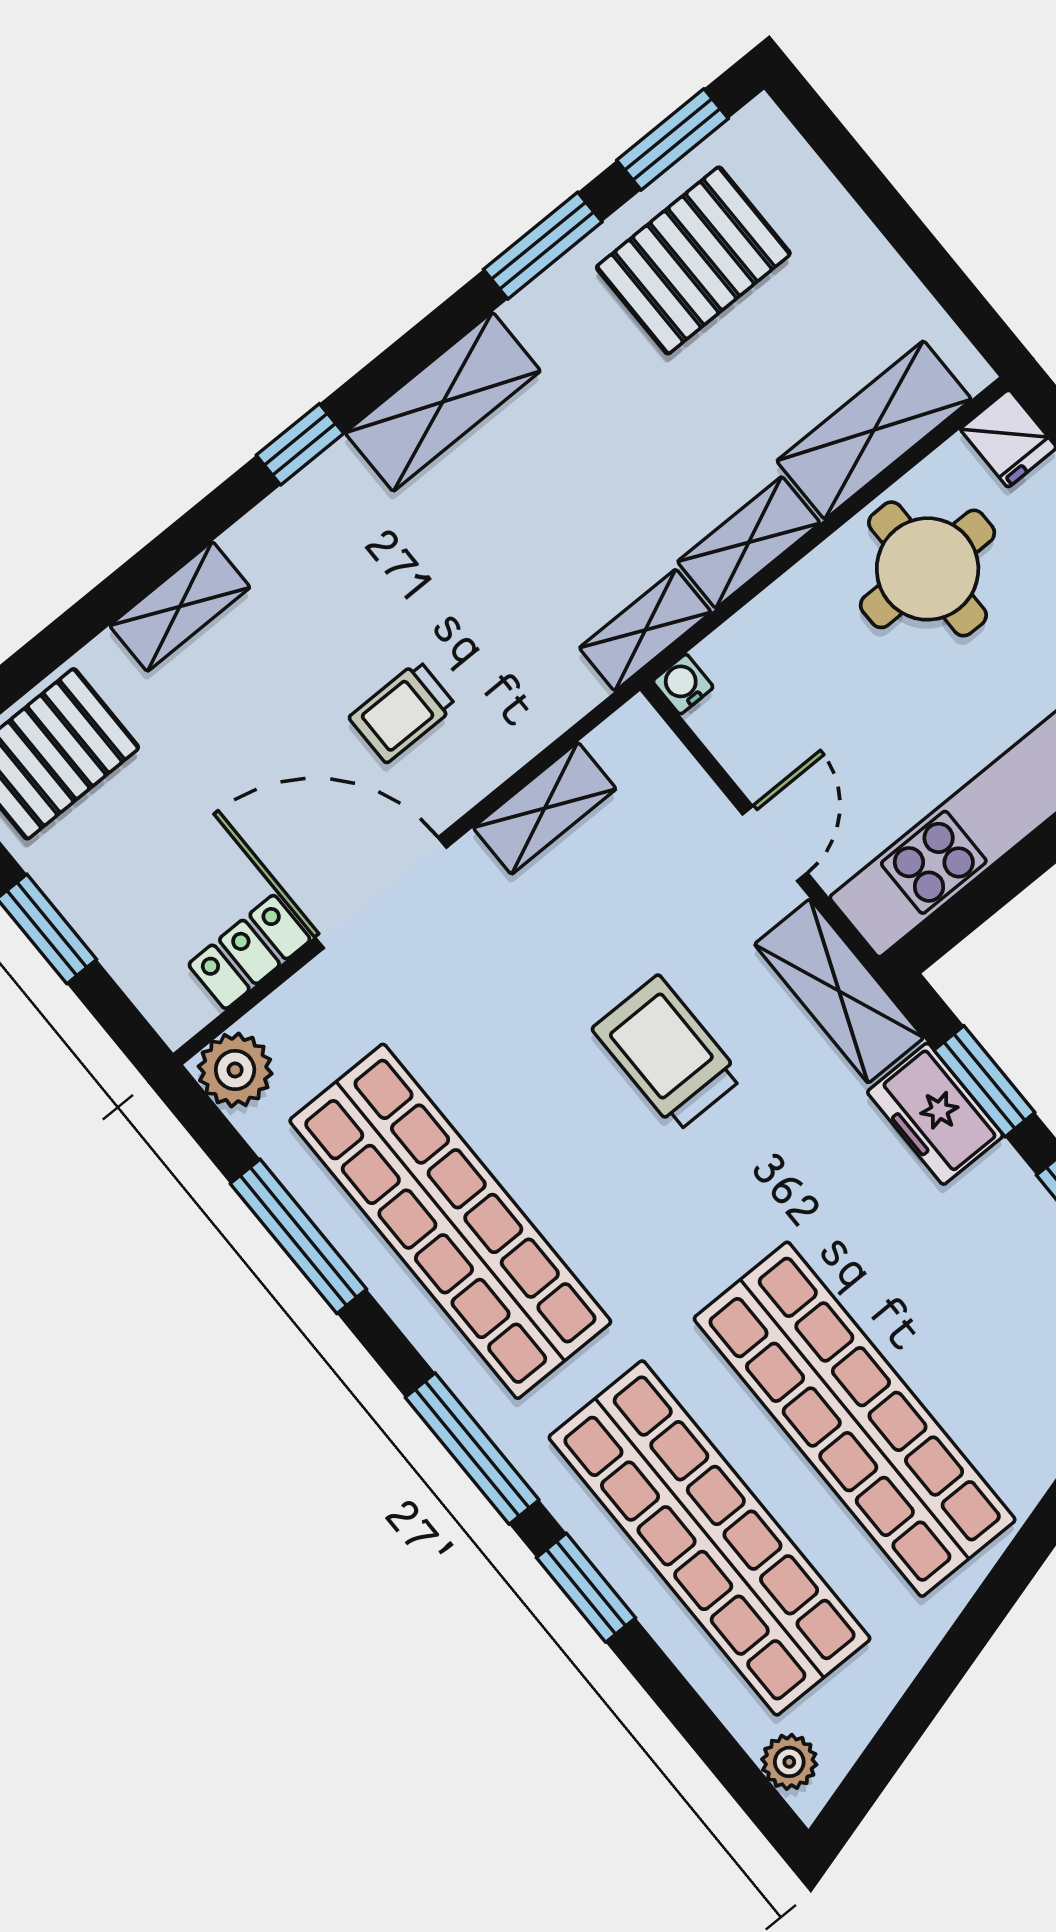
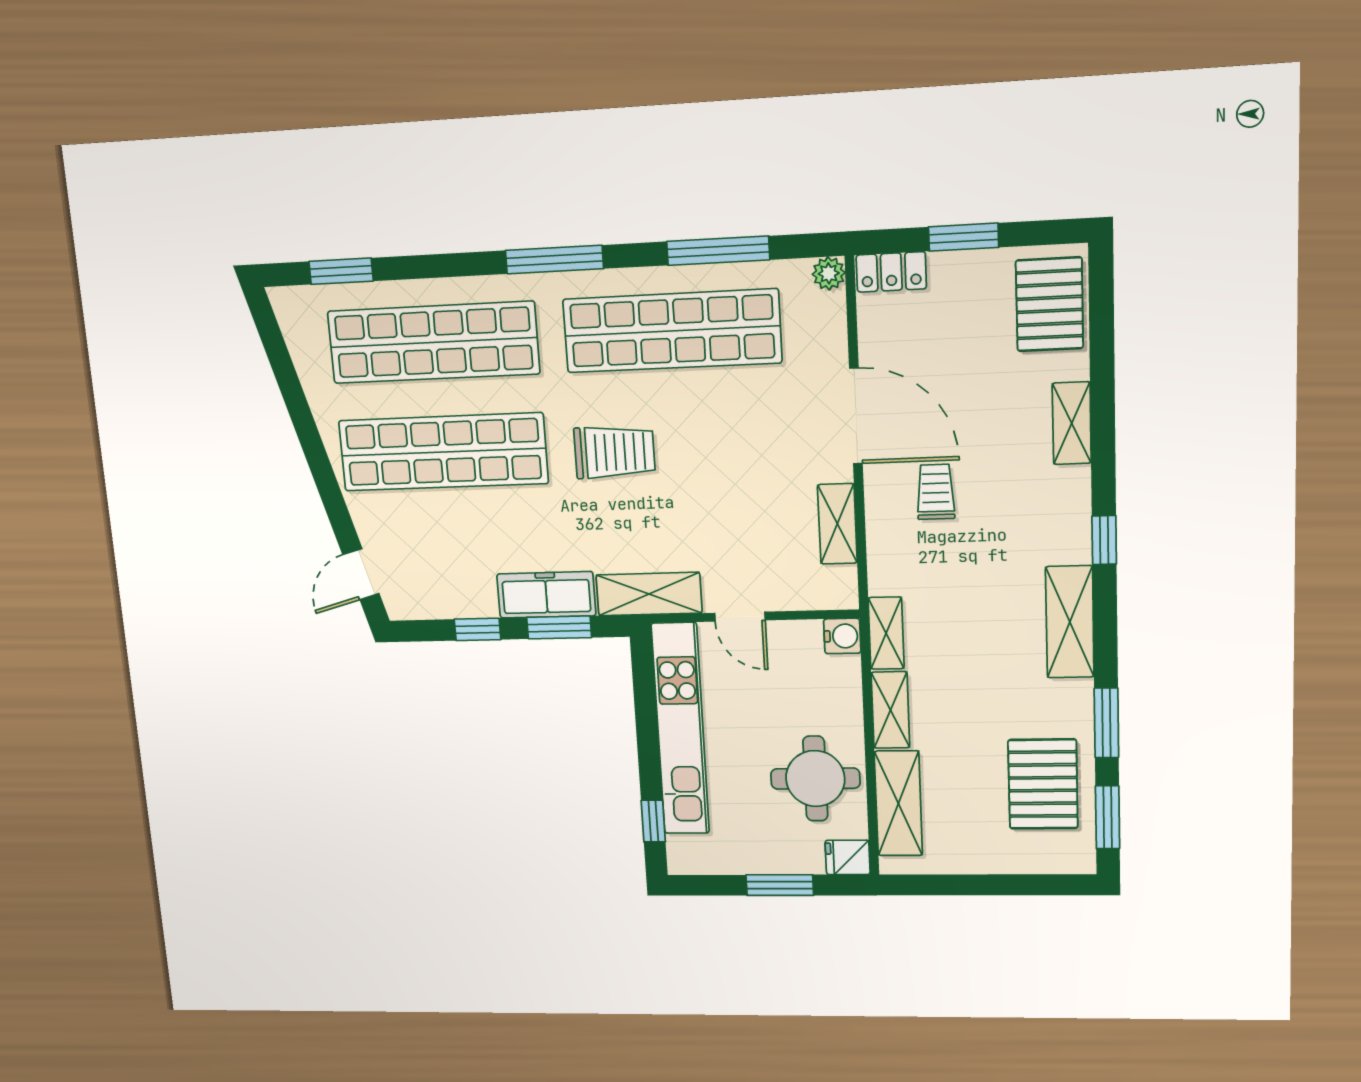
water cooler: (683, 684) -> (842, 636), width x1.38, depth x1.38
door: (381, 893) -> (856, 416), hinge flipped
locker: (249, 952) -> (891, 272), moved, turned 90
trolley: (667, 1053) -> (614, 452), moved
plant: (235, 1070) -> (829, 273), width x0.73, depth x0.73
freezer: (935, 1114) -> (546, 595), width x1.40
window: (586, 1588) -> (341, 271), moved
plant: (789, 1762) -> (302, 301), removed

